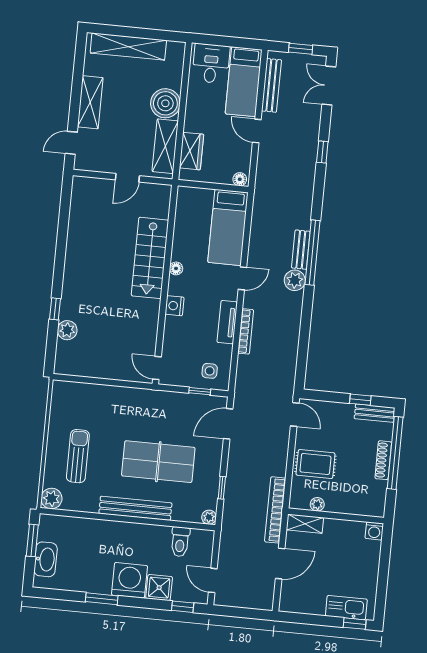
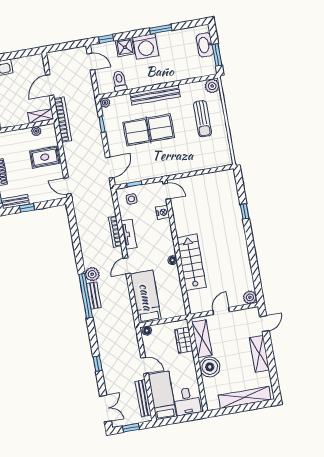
nightstand: (175, 306) -> (163, 212), moved
plant: (67, 330) -> (250, 297), moved

